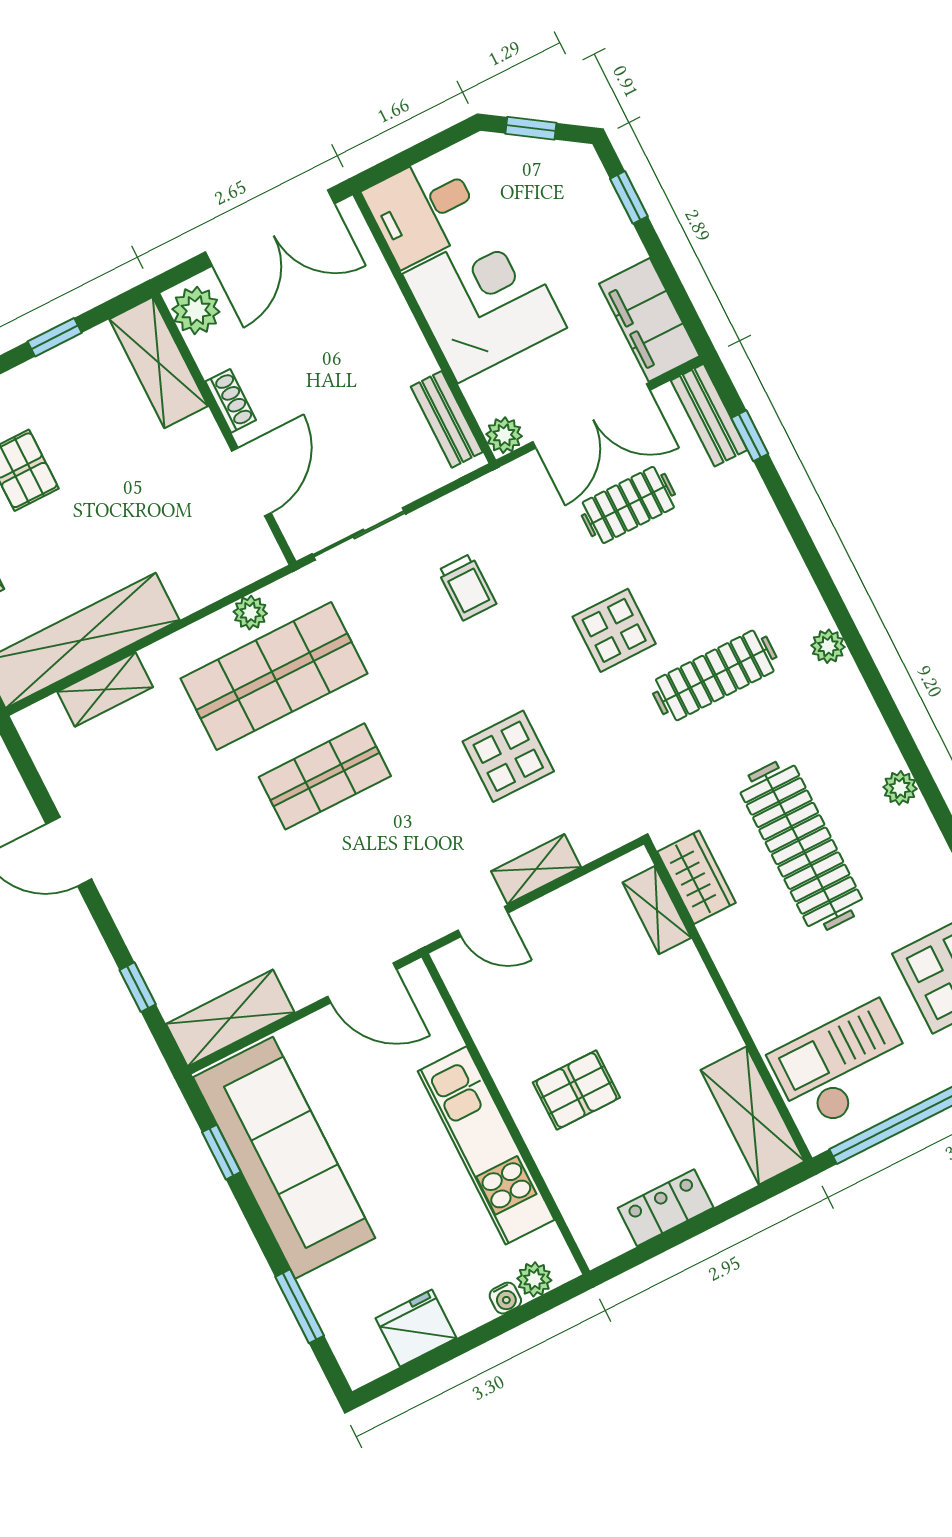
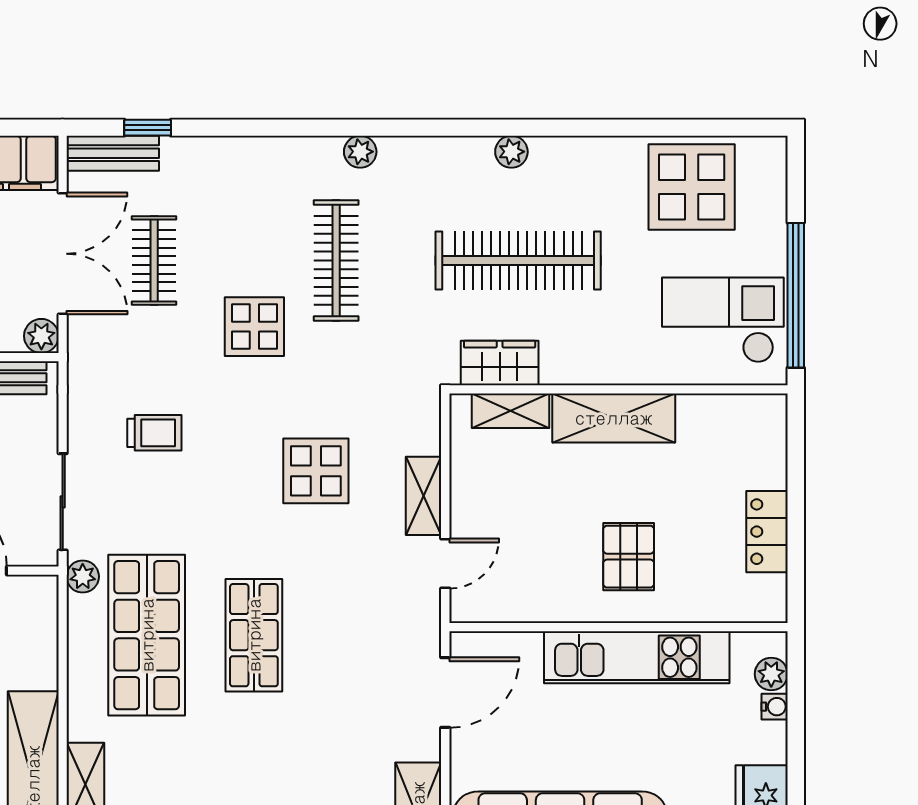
plant: (250, 613) -> (83, 577), moved
checkout: (843, 1066) -> (723, 320), turned 90
shelving: (753, 1116) -> (614, 418), moved

